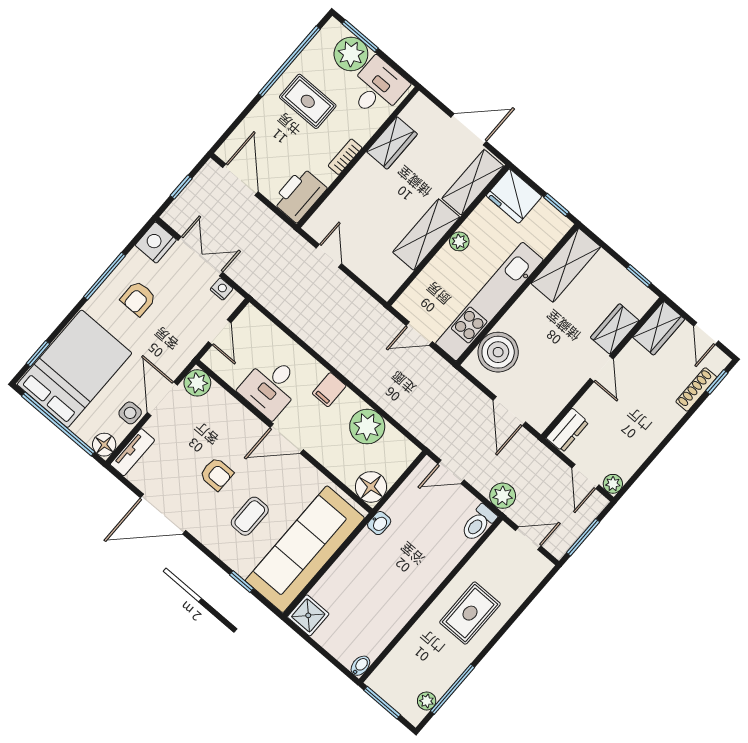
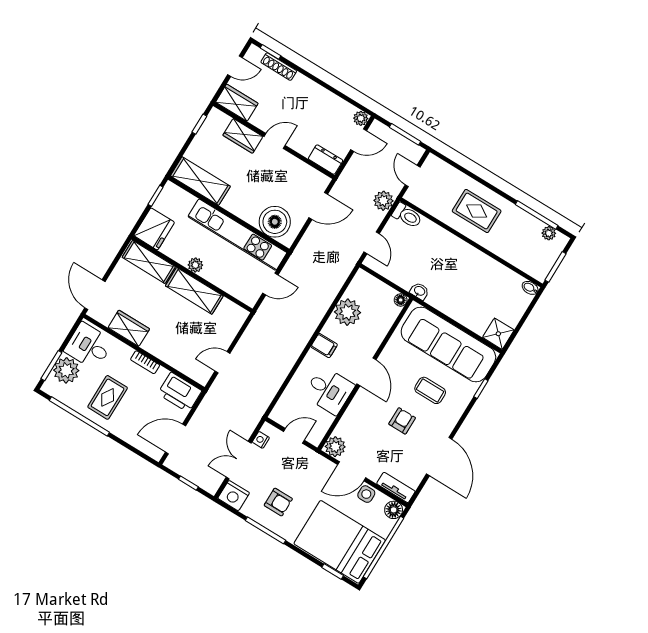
door: (469, 129) -> (95, 295), moved
door: (419, 334) -> (270, 284), hinge flipped
floor lamp: (371, 487) -> (401, 300), width x0.53, depth x0.53

